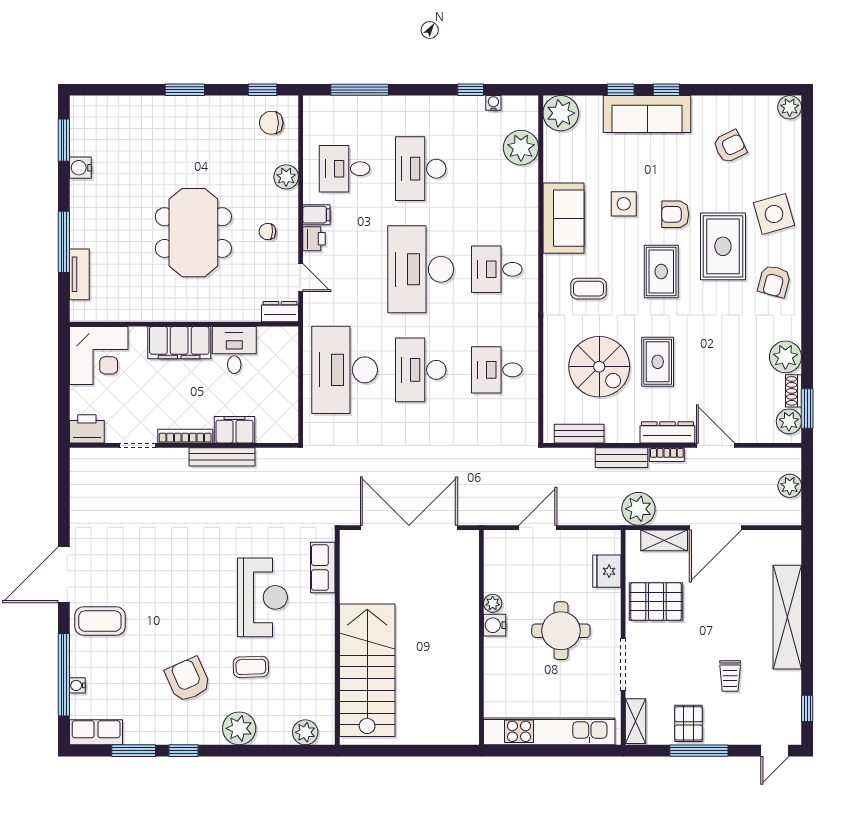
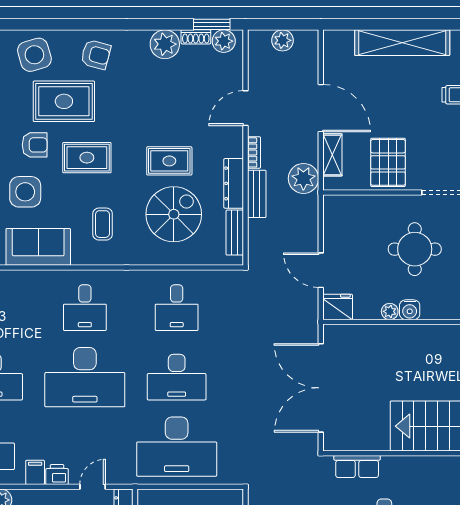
side table: (624, 204) -> (25, 192), width x1.37, depth x1.37
armchair: (675, 214) -> (35, 145), turned -90
dresser: (667, 432) -> (234, 183), moved
fridge: (607, 571) -> (338, 307), moved, turned 180

